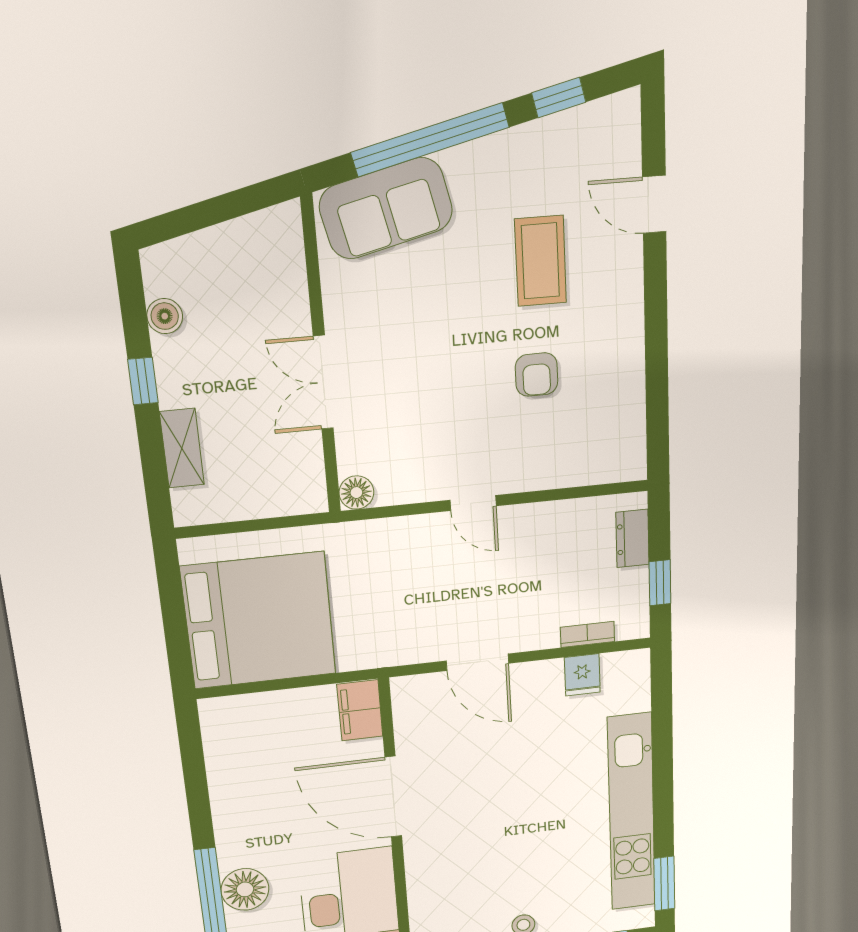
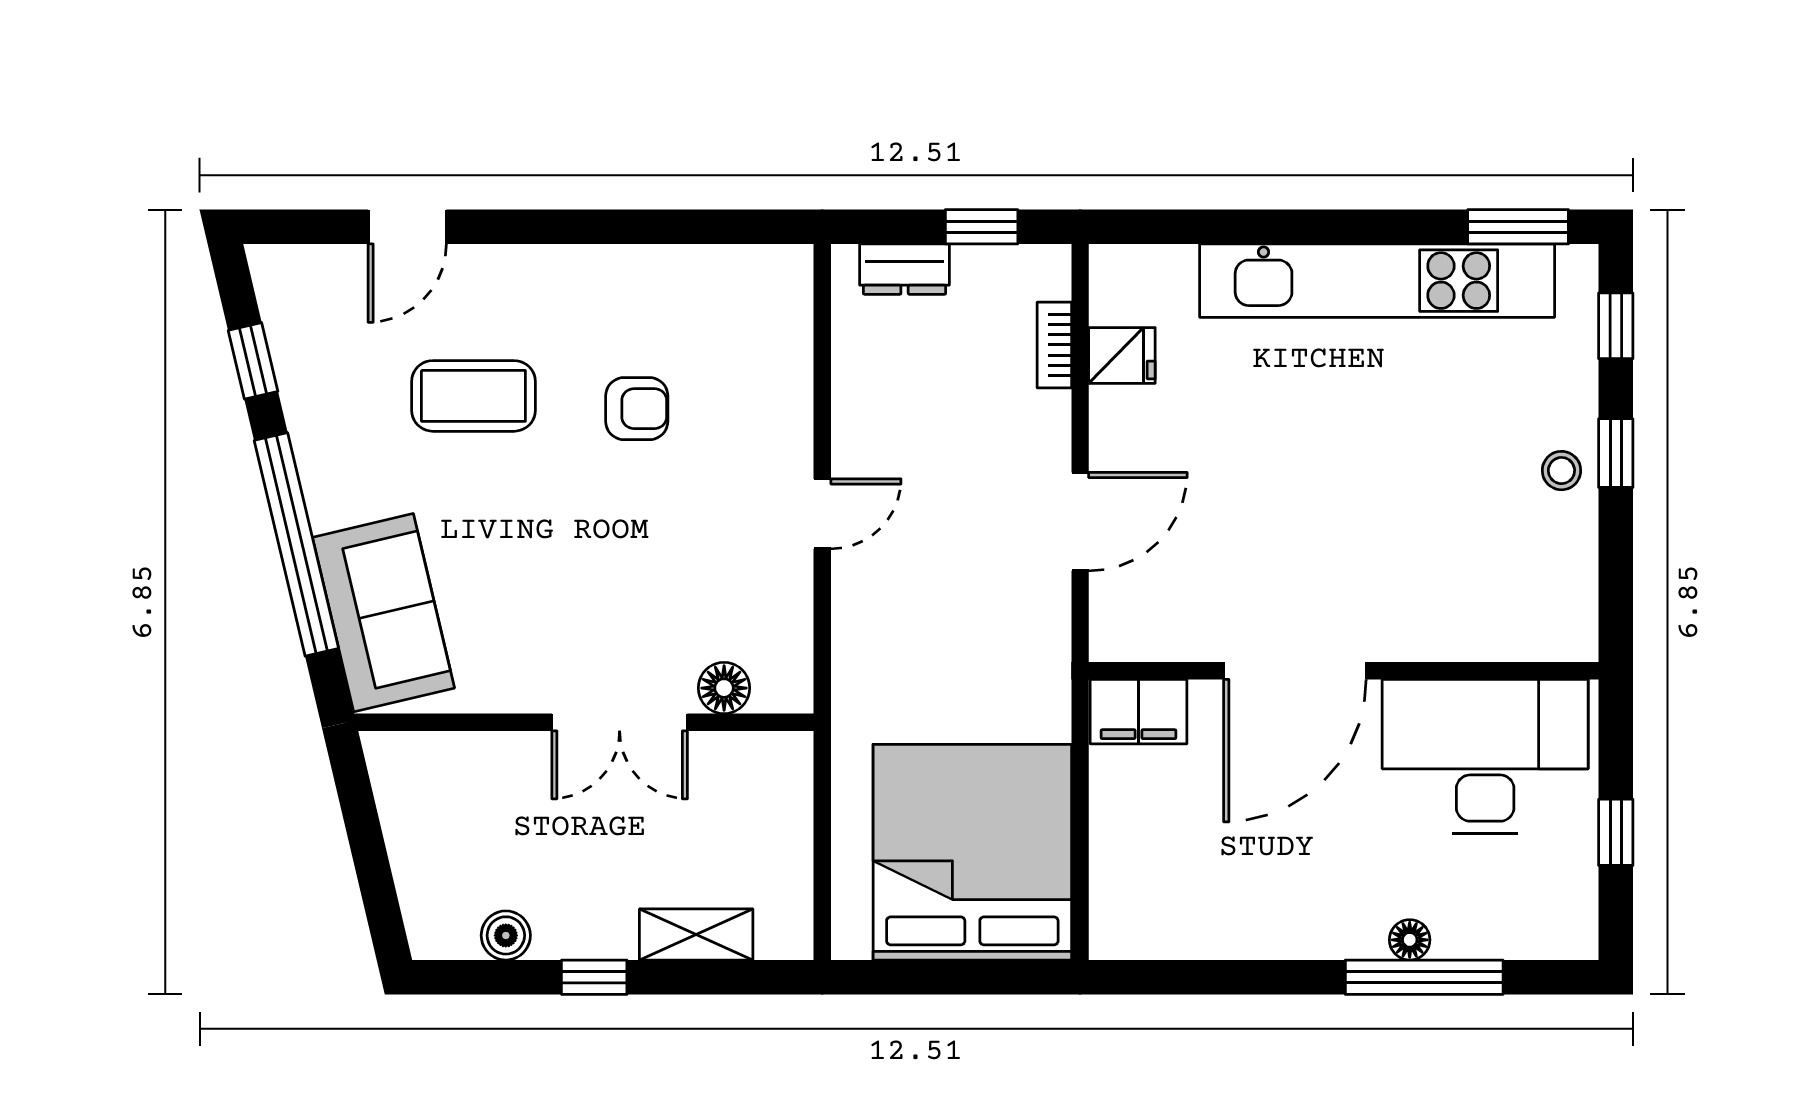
floor lamp: (356, 493) -> (724, 688), moved
floor lamp: (245, 889) -> (1410, 940), width x0.53, depth x0.53

